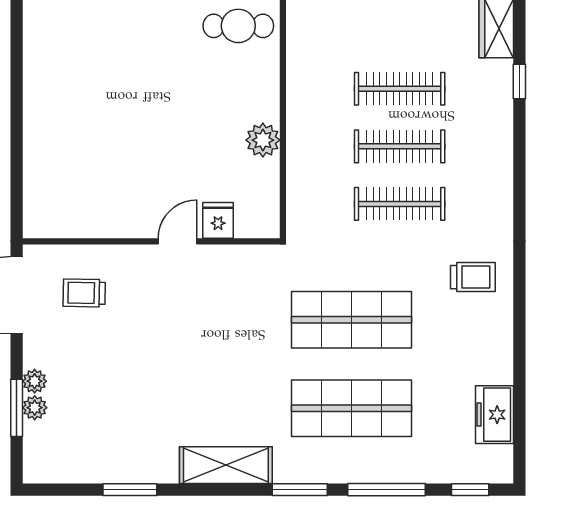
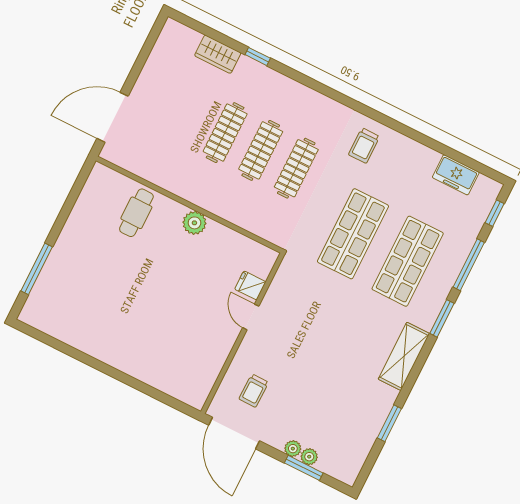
plant: (263, 140) -> (194, 223), moved
trolley: (473, 277) -> (364, 146), turned 180

